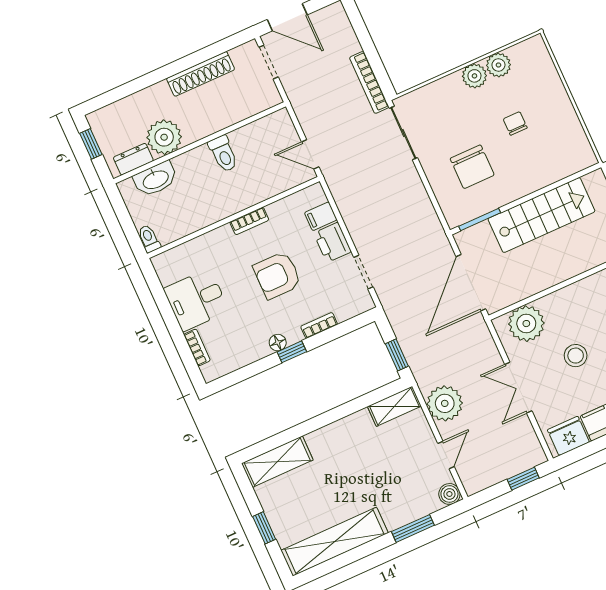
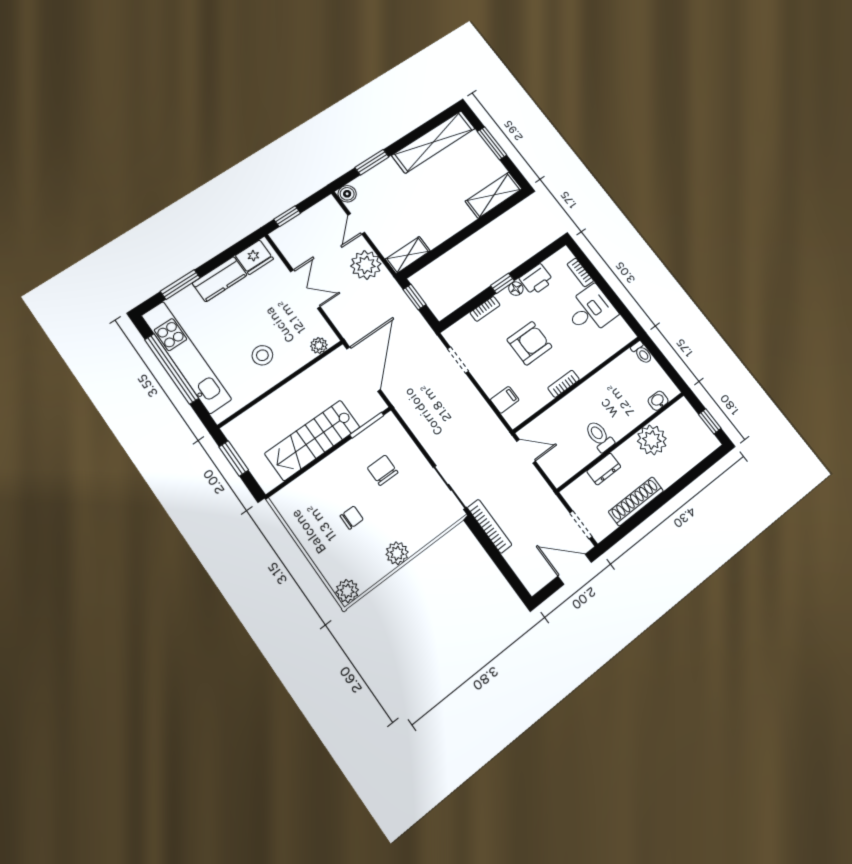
plant: (498, 65) -> (347, 591), moved
chair: (515, 123) -> (352, 518), turned -90
dresser: (133, 159) -> (604, 469), moved
chair: (472, 167) -> (383, 470), width x0.73, depth x0.73
washbasin: (155, 179) -> (658, 401), width x0.52, depth x0.69
printer: (332, 242) -> (536, 280), moved, turned 90
plant: (526, 324) -> (319, 345), width x0.53, depth x0.53
stool: (576, 356) -> (262, 355), moved
window: (264, 528) -> (492, 143), width x1.50

